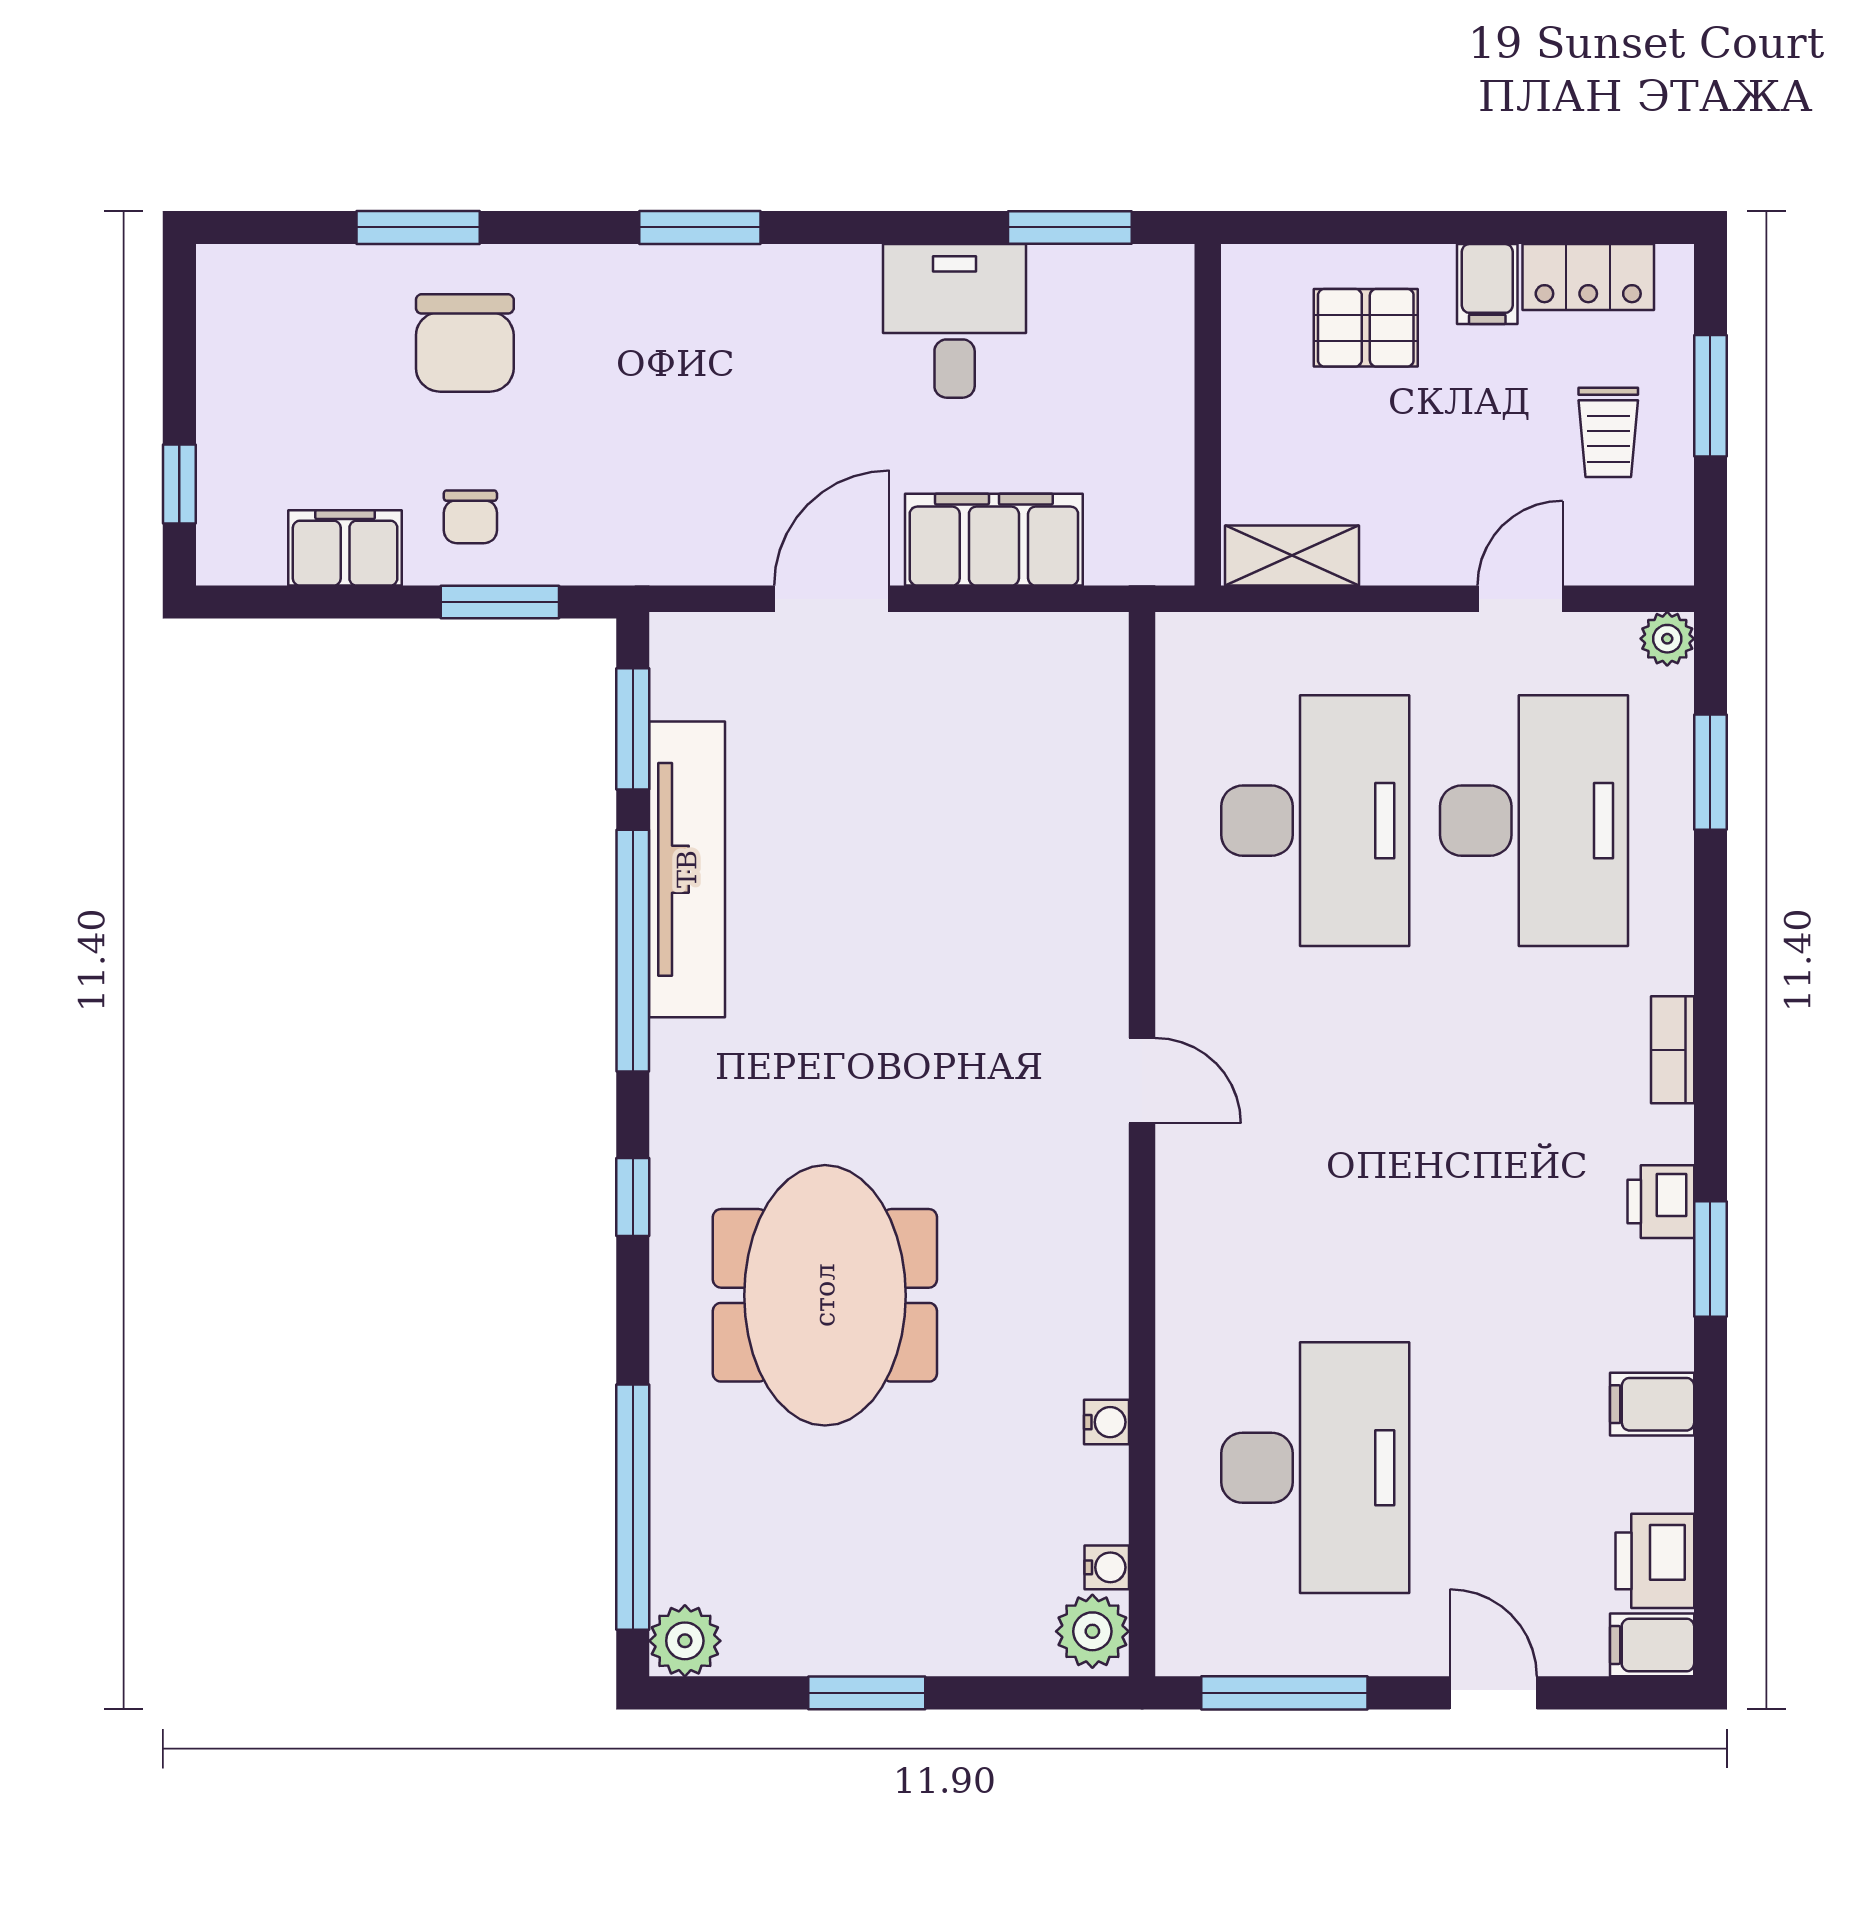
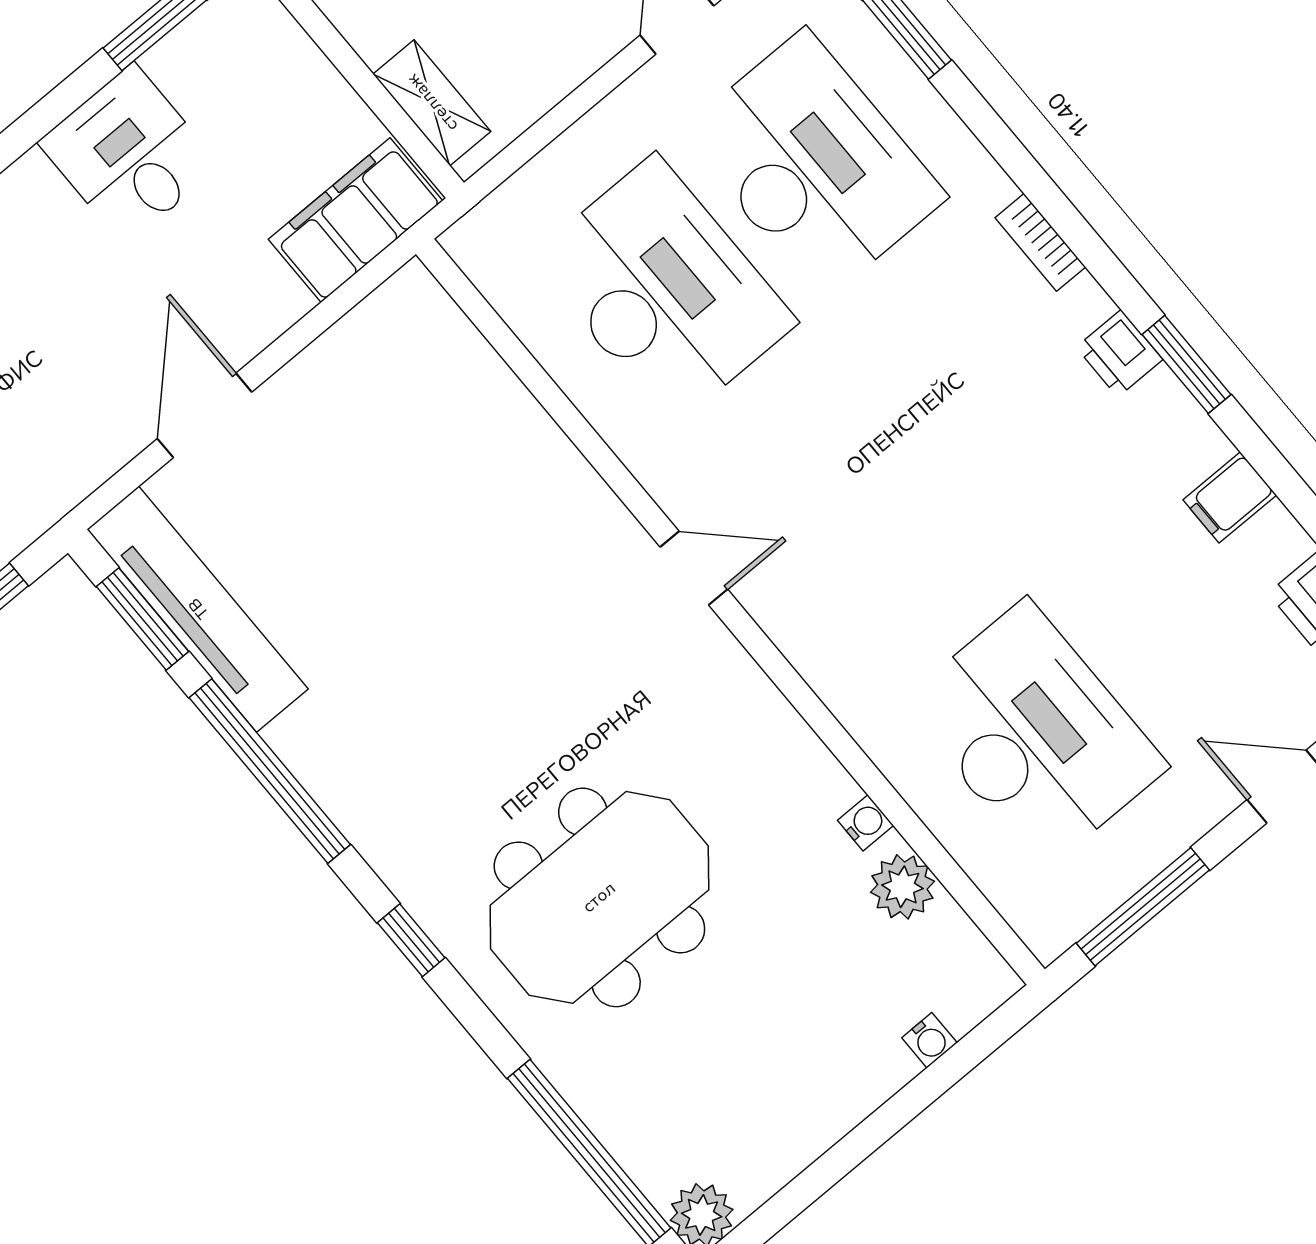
filing cabinet: (994, 540) -> (356, 220), moved
shelving: (1292, 556) -> (432, 103), moved, turned 90
tv unit: (687, 869) -> (198, 609), moved
meeting table: (825, 1295) -> (599, 897), turned 90
water cooler: (1107, 1567) -> (929, 1040), moved, turned 90
plant: (1092, 1631) -> (902, 887), moved
window: (867, 1693) -> (856, 1146), removed

